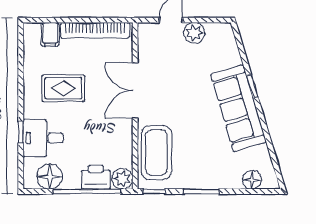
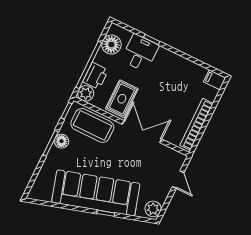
plant: (194, 33) -> (153, 209), moved
filing cabinet: (50, 34) -> (215, 80), moved
rug: (63, 88) -> (122, 99), moved
sofa: (238, 108) -> (96, 193), width x1.36, depth x1.27
floor lamp: (252, 180) -> (61, 141), moved

